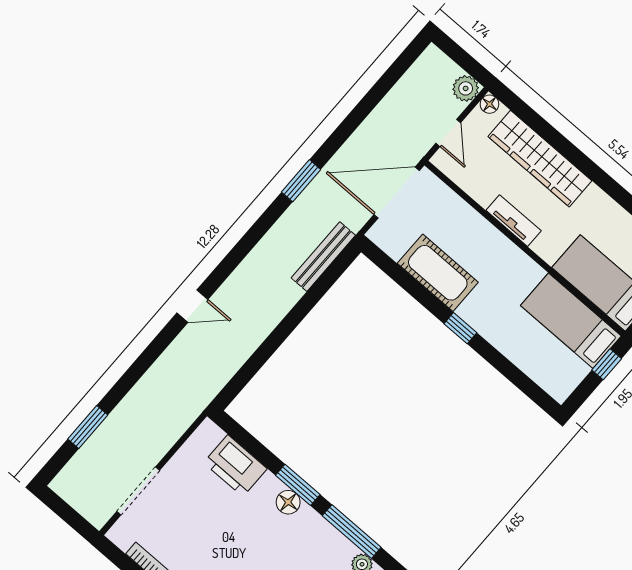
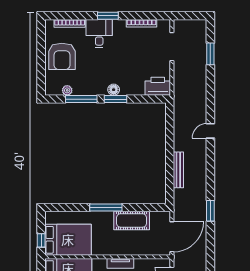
bench: (323, 257) -> (178, 170), moved
bed: (571, 321) -> (68, 240), width x1.50
window: (460, 328) -> (106, 207), width x2.17
printer: (235, 466) -> (158, 86), moved

